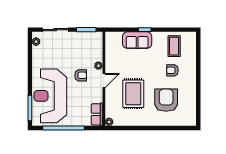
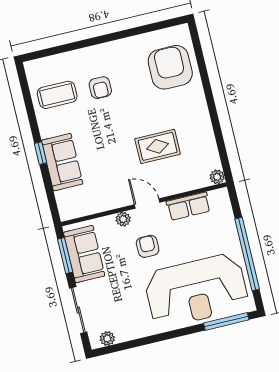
sofa: (85, 40) -> (84, 254), added
rug: (133, 94) -> (158, 146), width x0.73, depth x0.70
armchair: (166, 100) -> (170, 67), moved, turned 90
row of seats: (97, 114) -> (188, 206), moved

